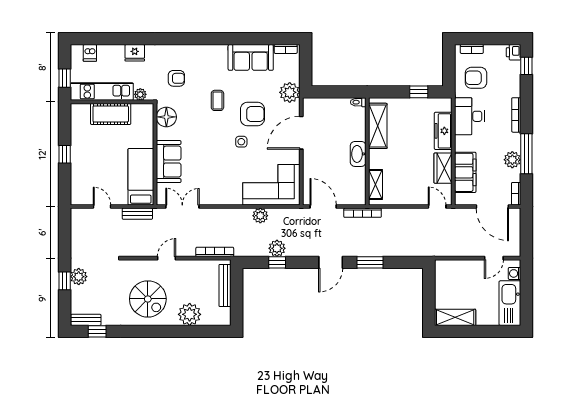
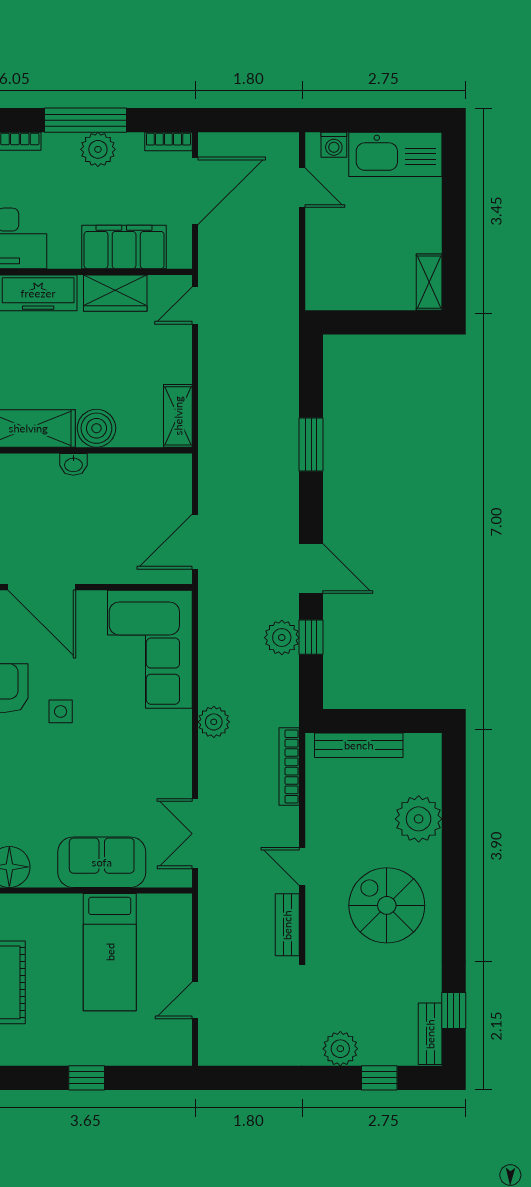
washbasin: (358, 154) -> (73, 464), width x0.52, depth x0.69
boiler: (378, 159) -> (96, 428), added
bed: (141, 177) -> (110, 952), moved, turned -90
shelving: (375, 185) -> (178, 416), moved, turned 90
bookcase: (363, 213) -> (208, 460), removed
bench: (137, 214) -> (287, 925), moved
plant: (260, 216) -> (214, 722), moved
door: (331, 262) -> (311, 569), moved
window: (65, 281) -> (379, 1078), moved
spiral stairs: (148, 299) -> (387, 905), turned -90
shelving: (455, 317) -> (429, 282), width x0.67, depth x0.75

